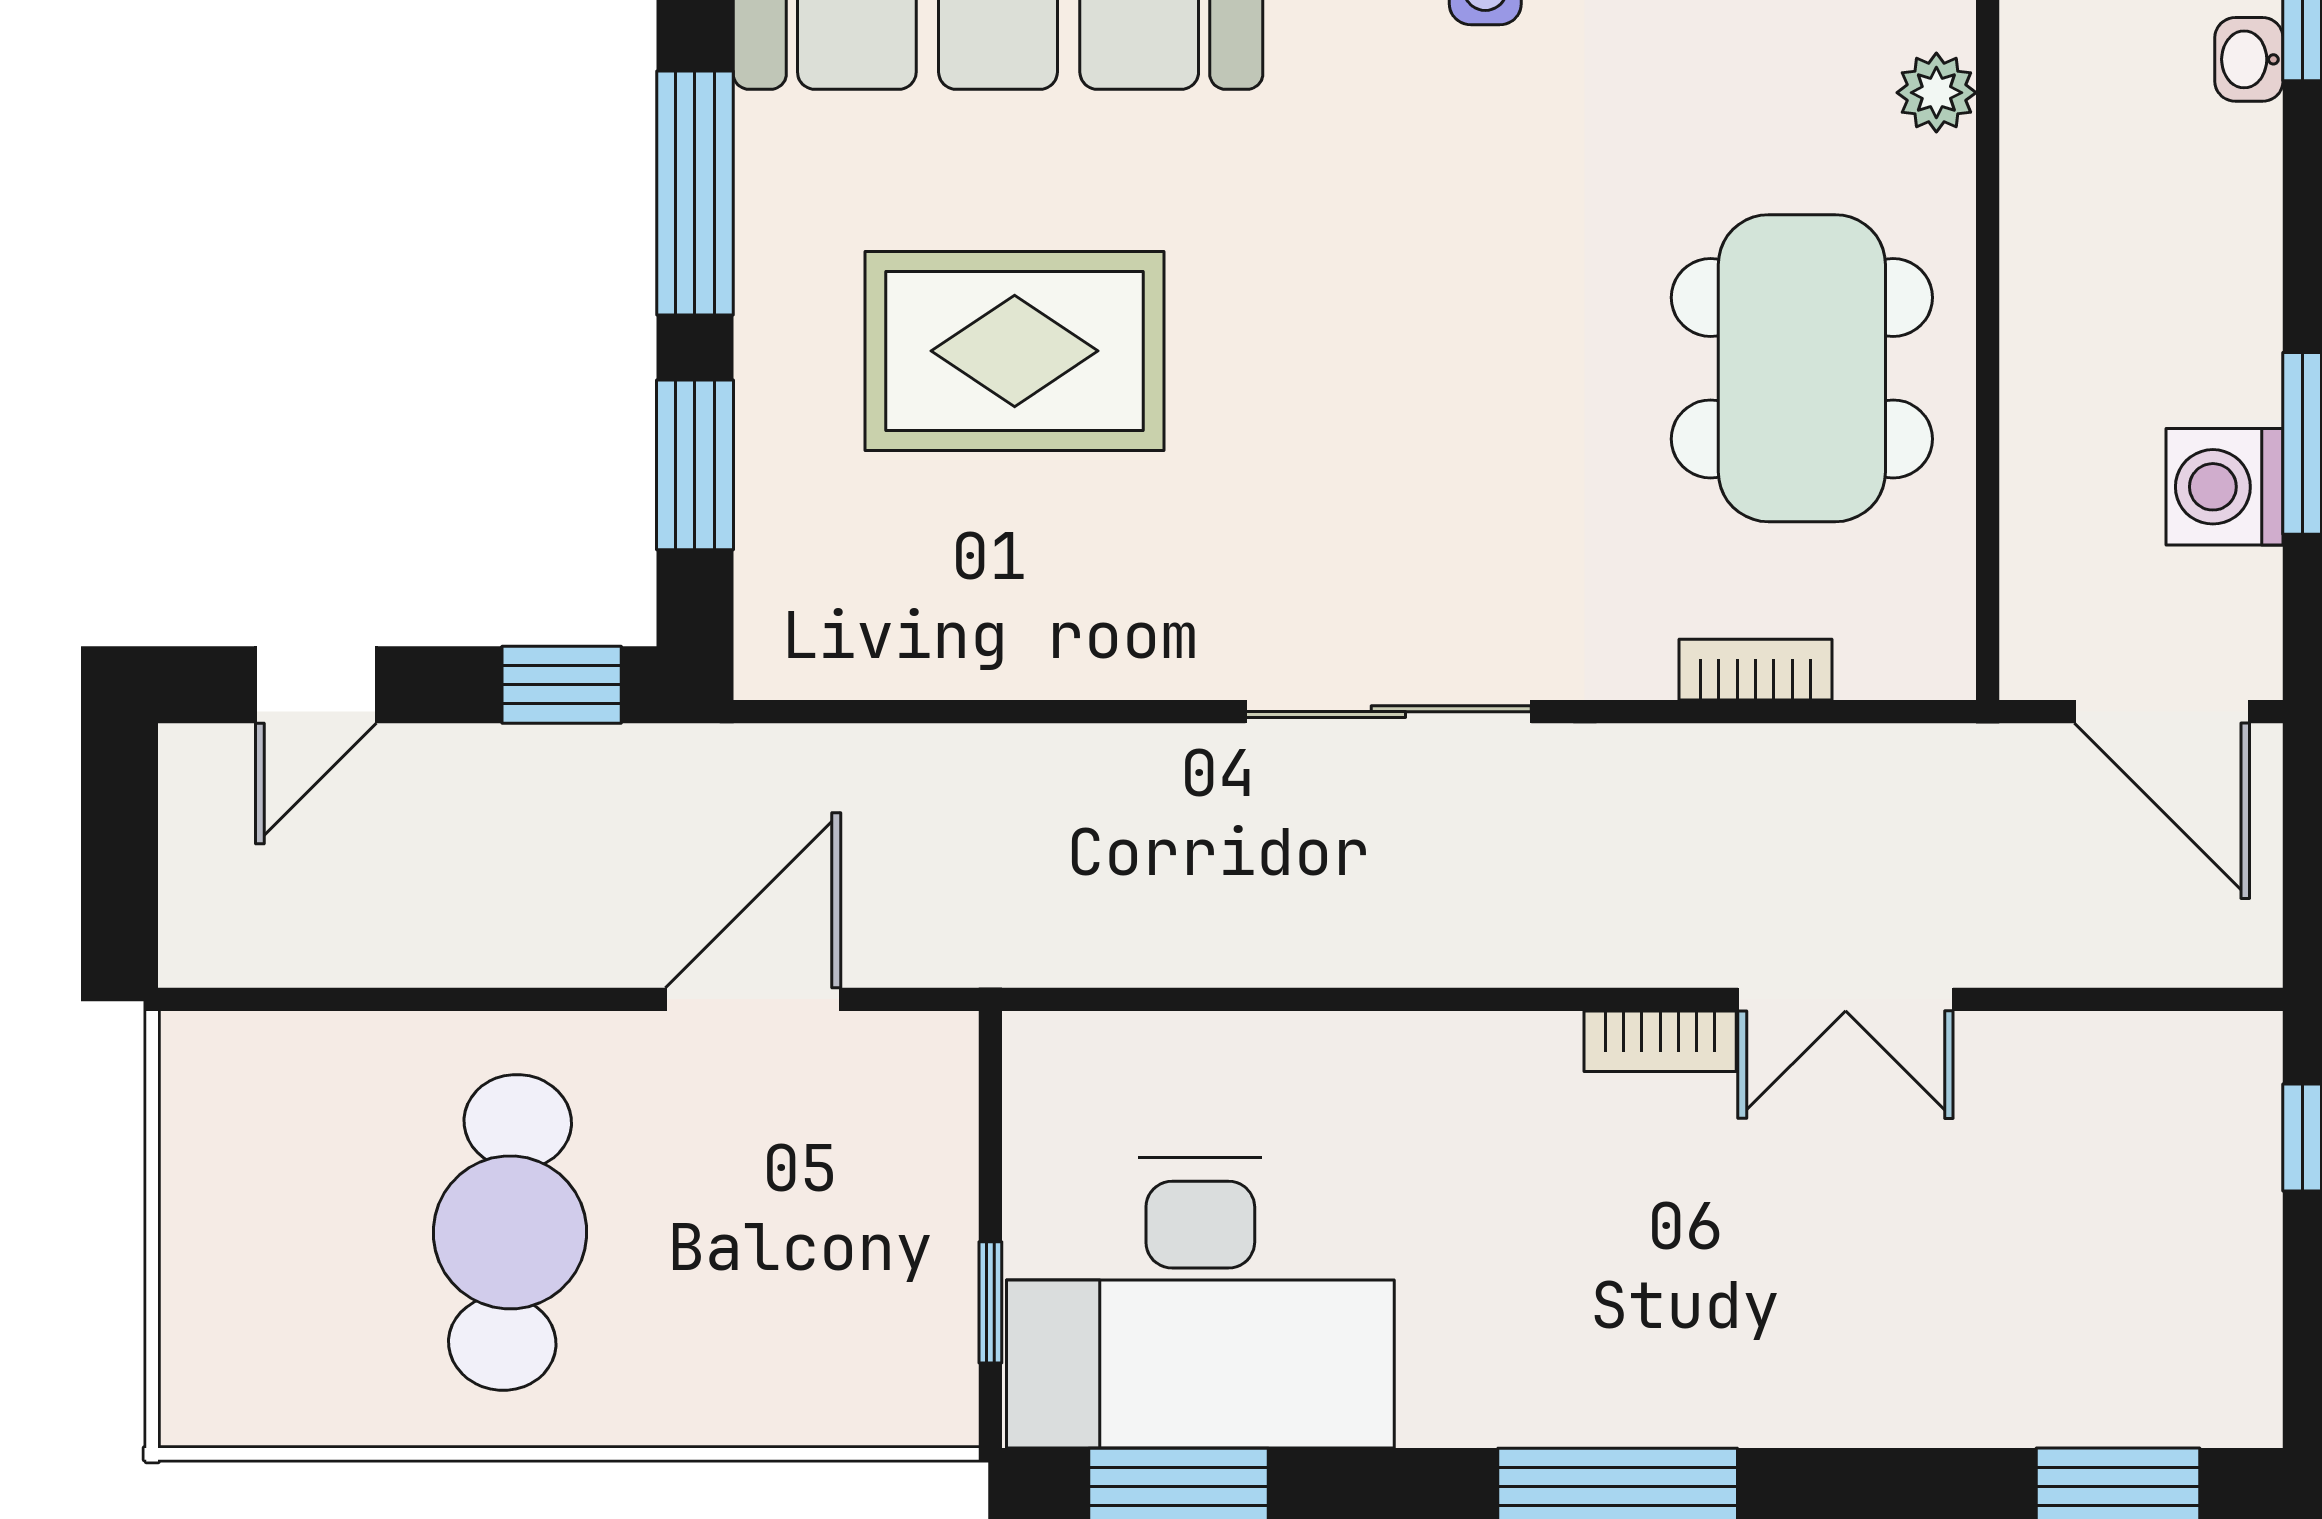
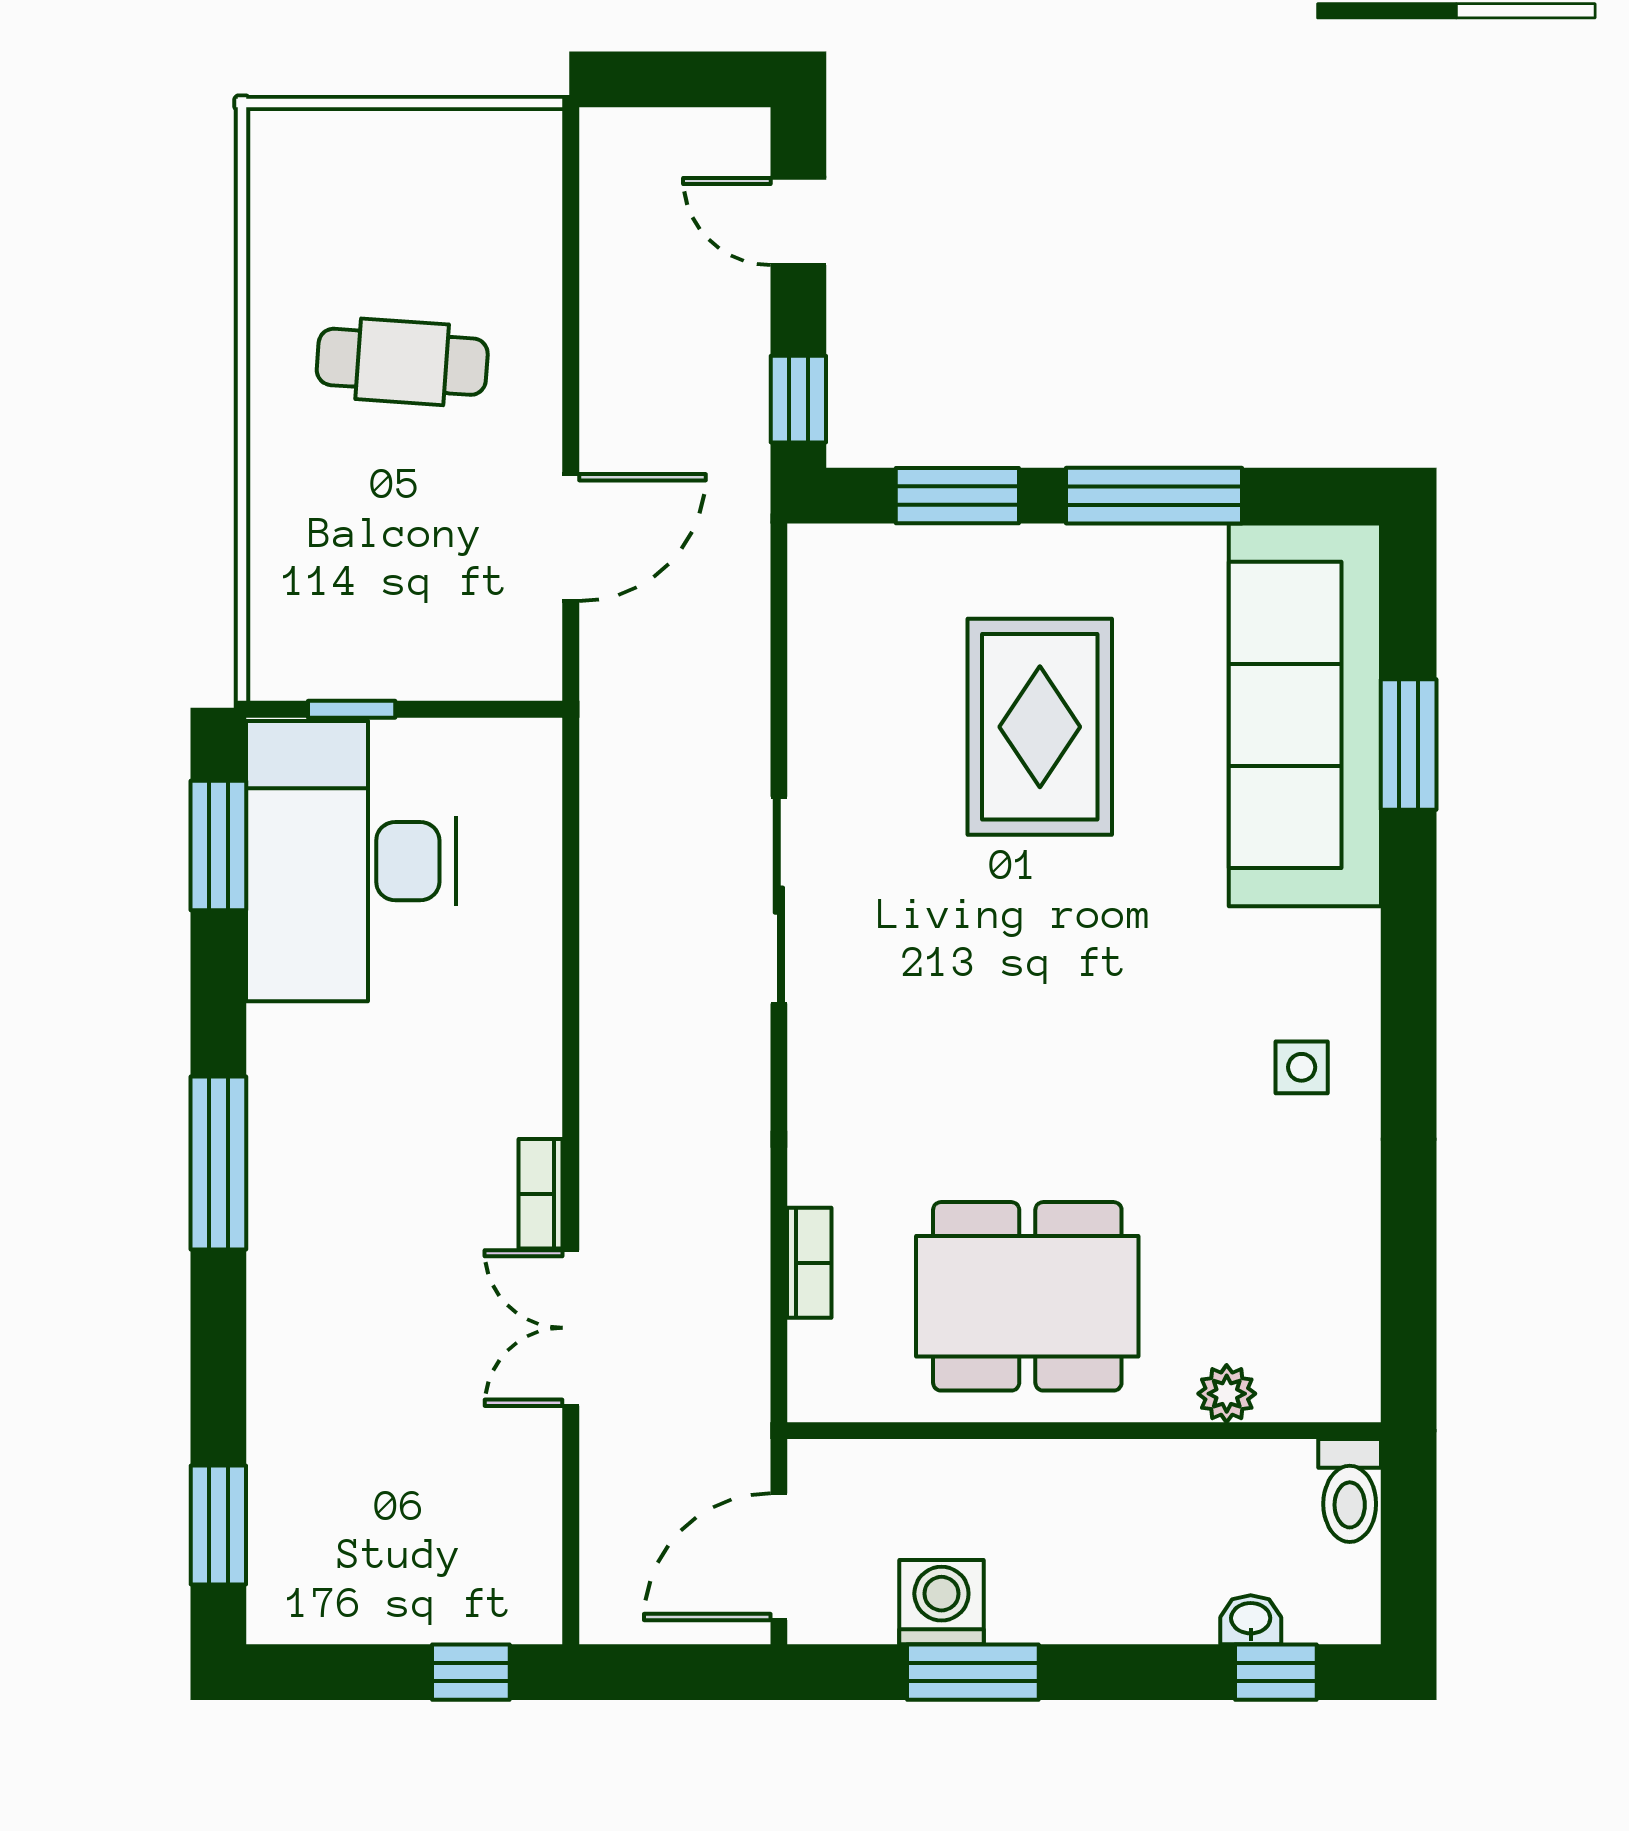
sliding door: (1388, 712) -> (779, 900), moved
door: (753, 999) -> (571, 538), hinge flipped
cafe table: (510, 1232) -> (402, 362), width x0.73, depth x0.74

